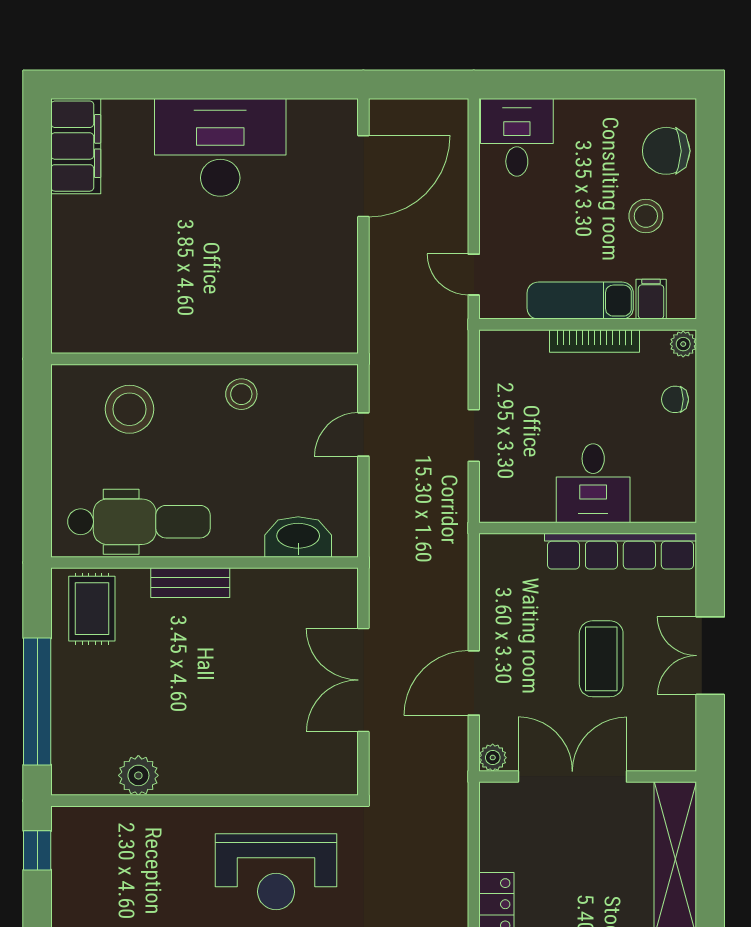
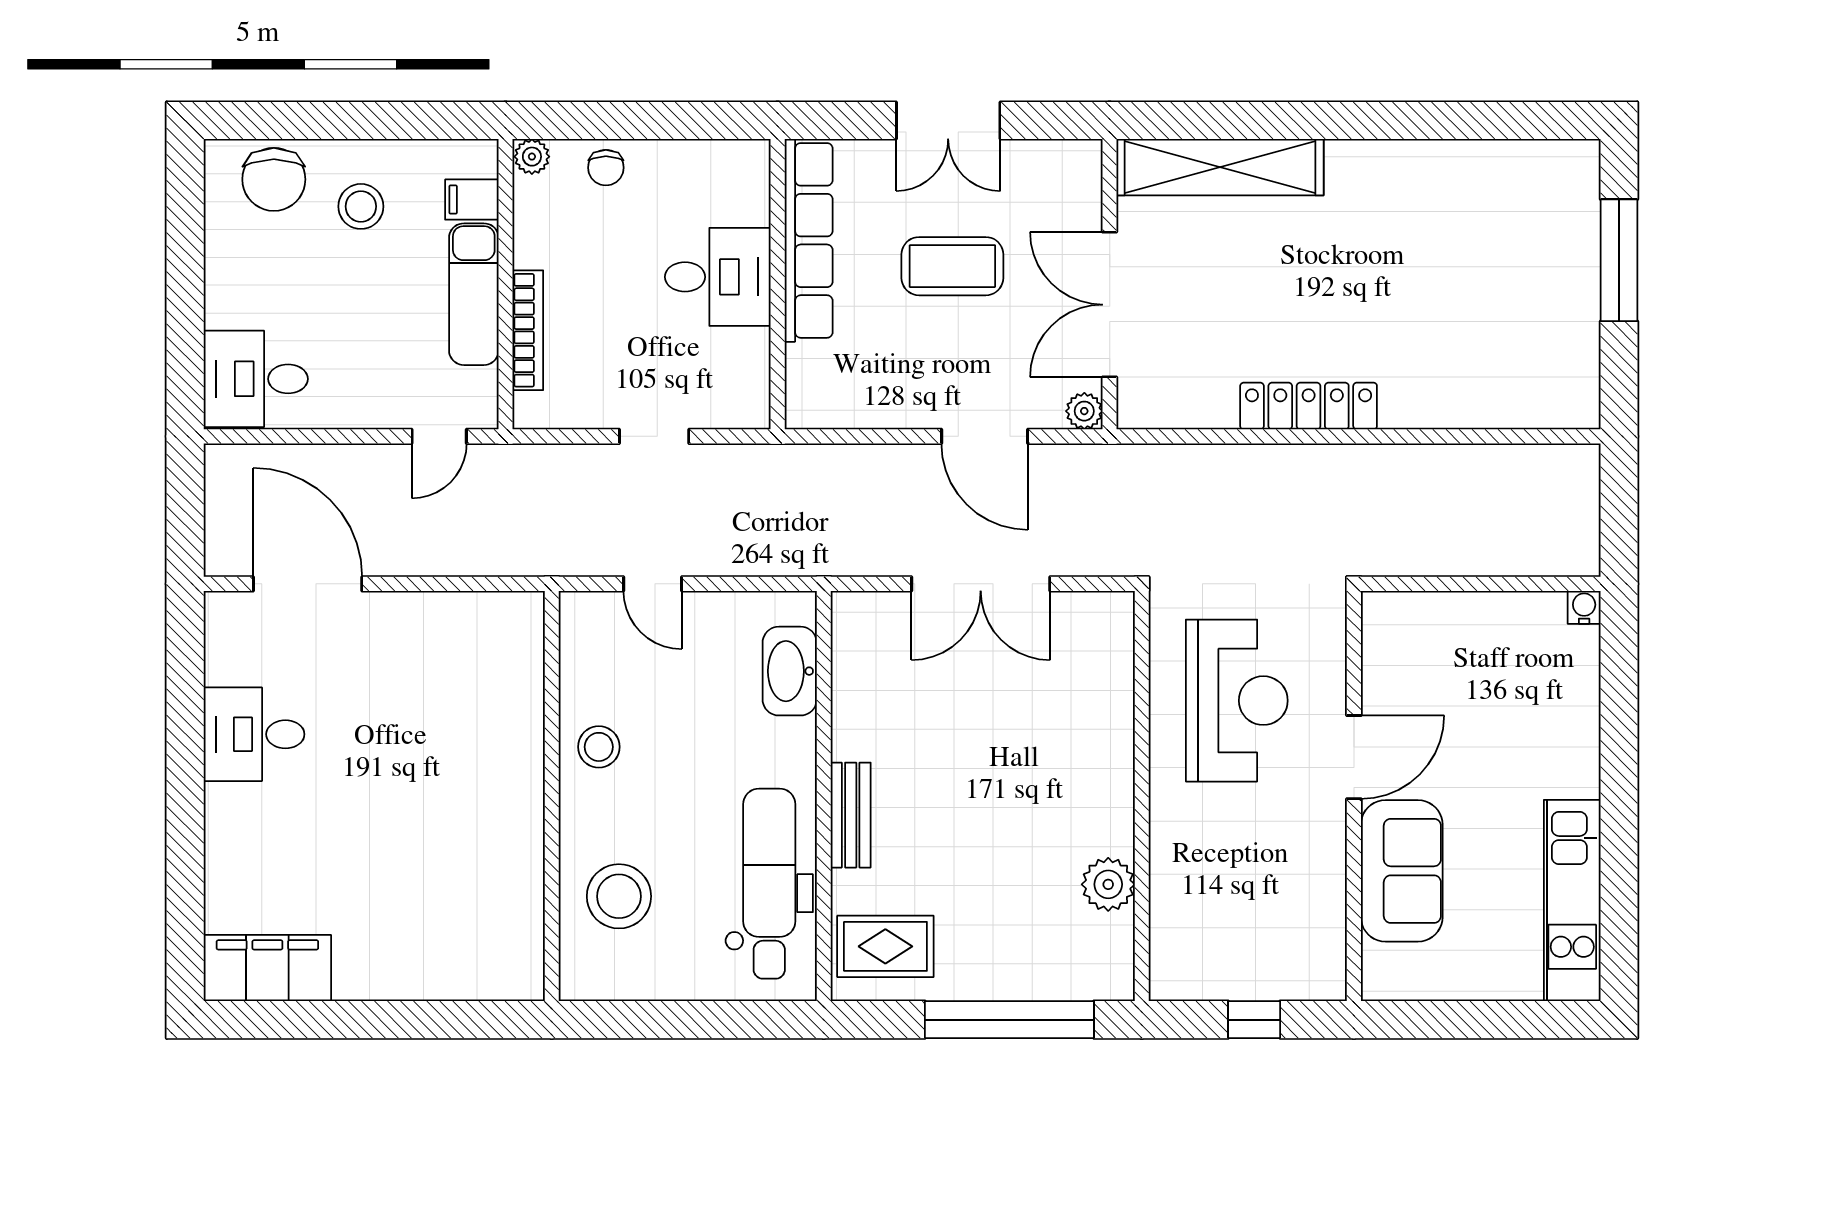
desk: (220, 147) -> (254, 734), width x0.53, depth x0.77
bookcase: (595, 341) -> (528, 330), moved
window: (37, 850) -> (1254, 1020), moved

